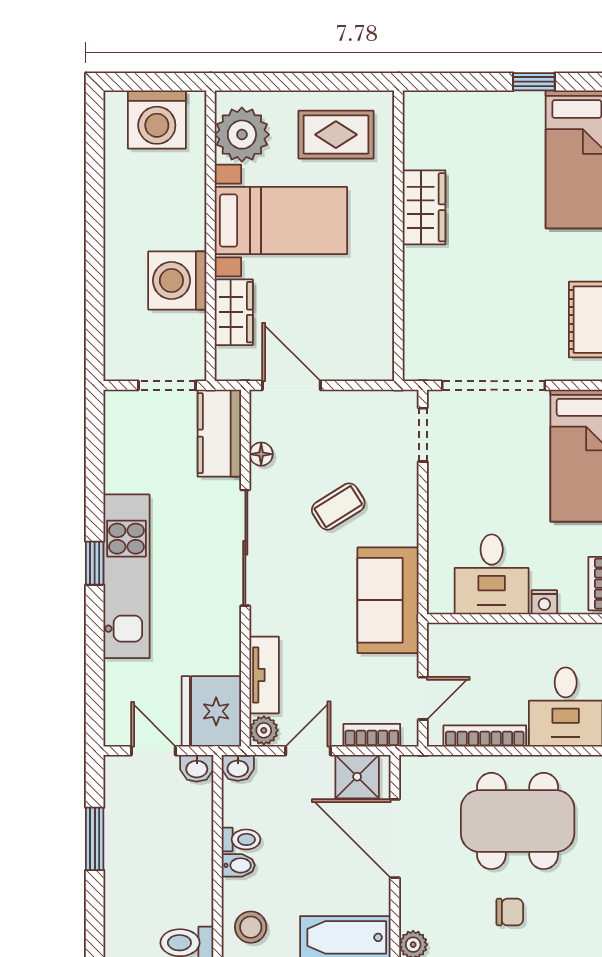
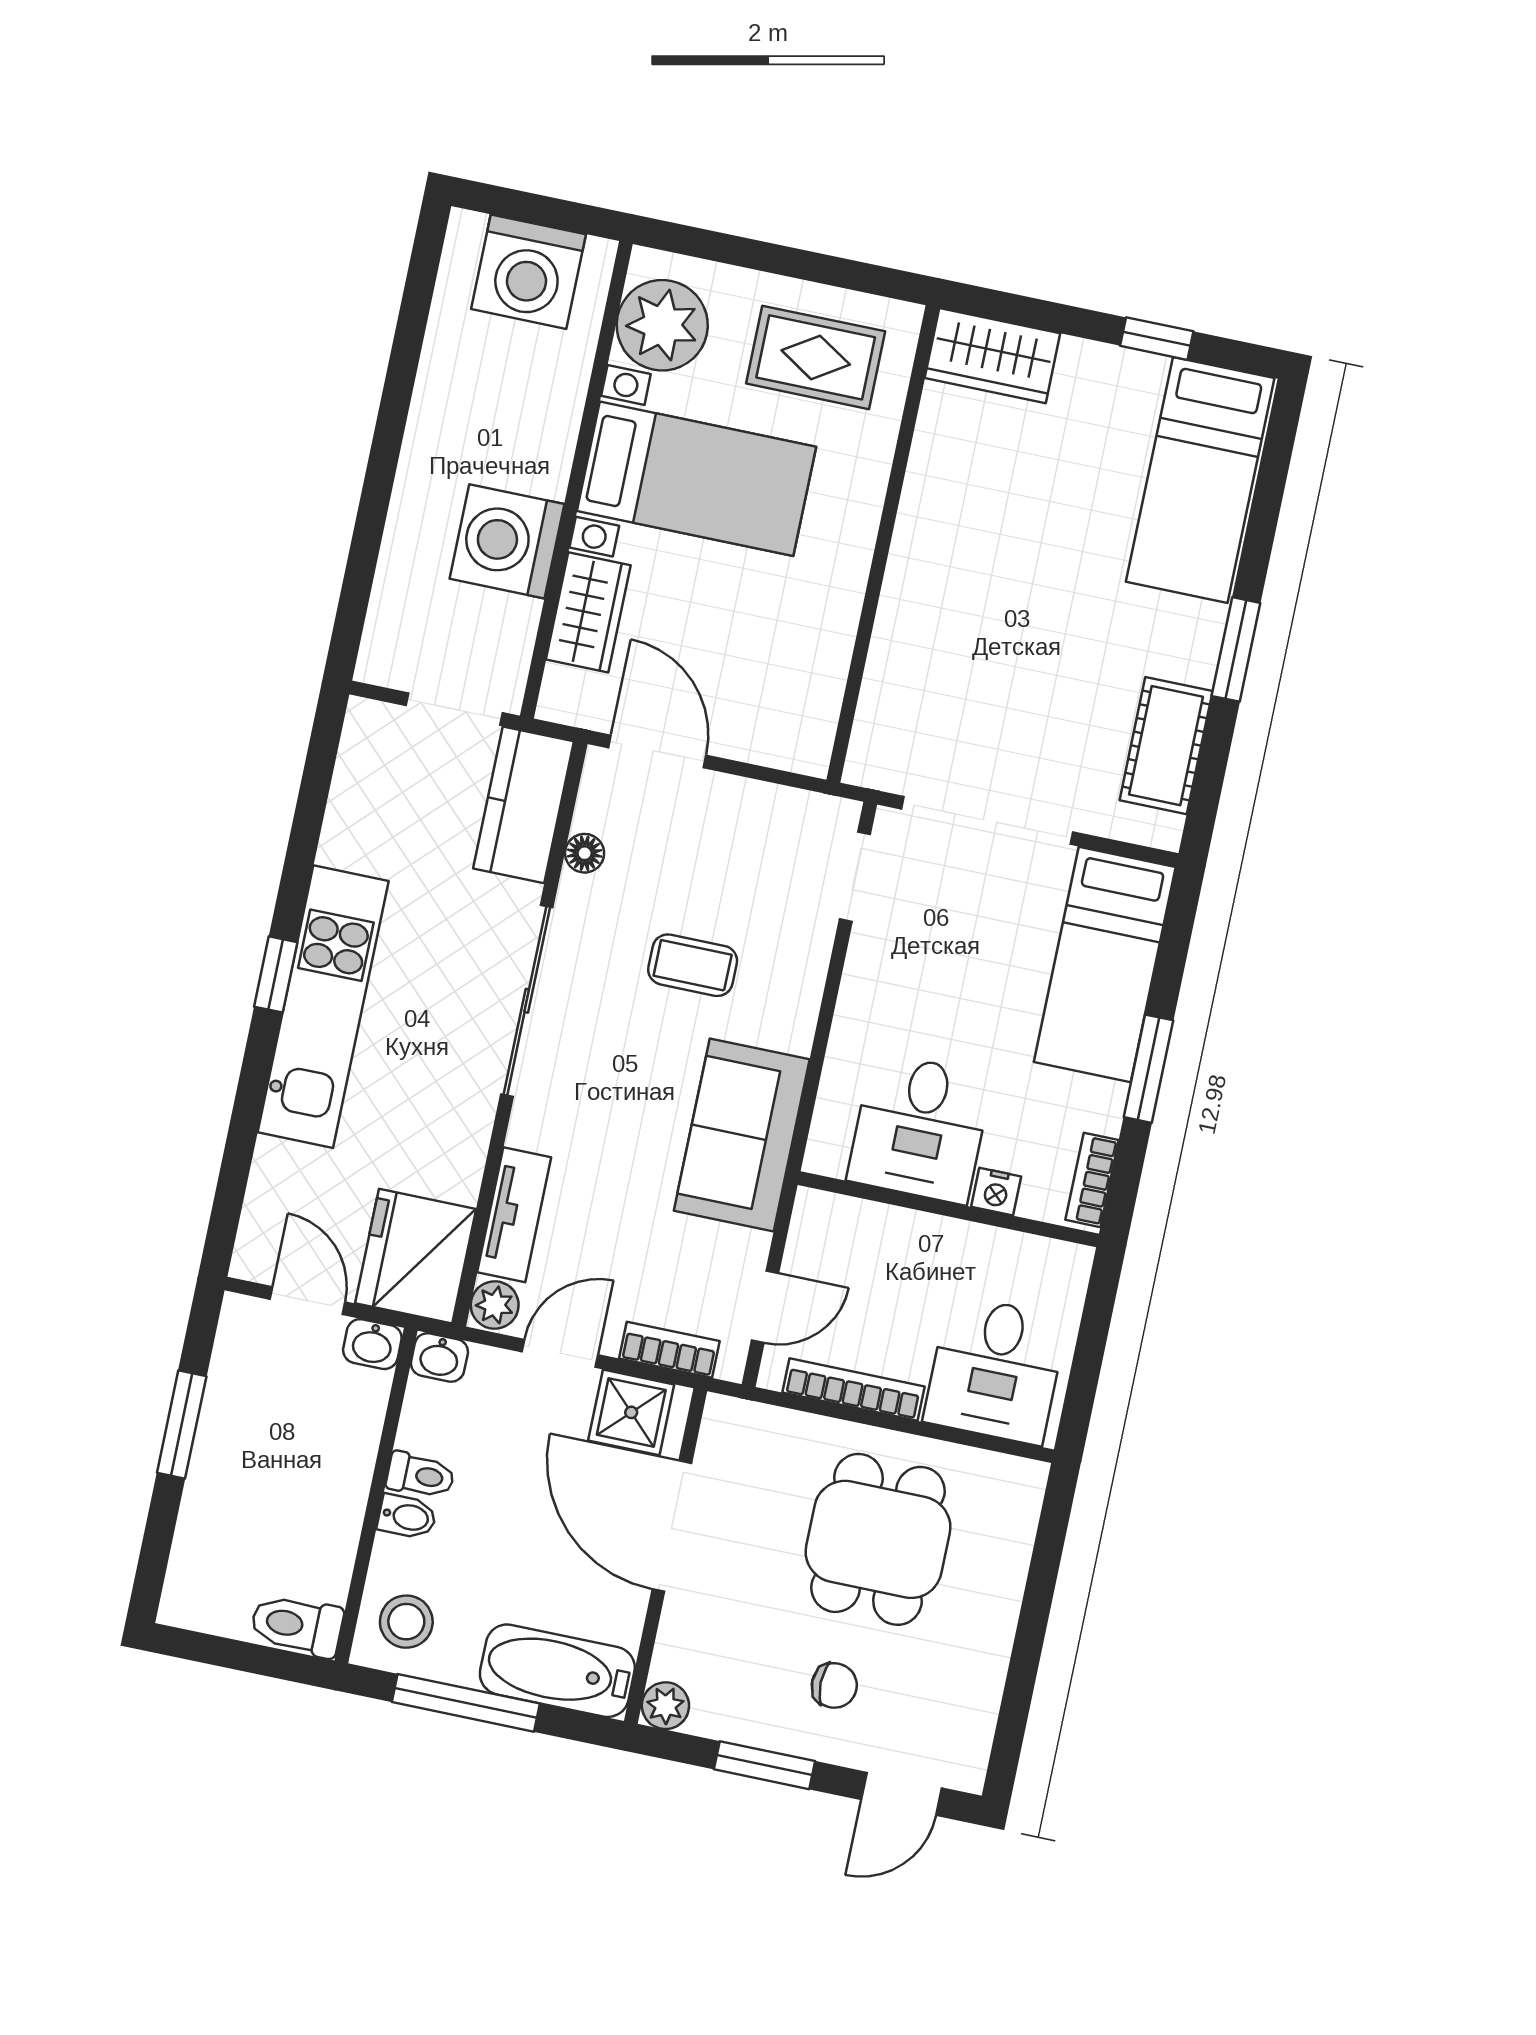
wardrobe: (424, 207) -> (992, 356), moved, turned 90
coffee table: (338, 507) -> (693, 965), turned 32
dining table: (518, 821) -> (878, 1539), width x0.73

